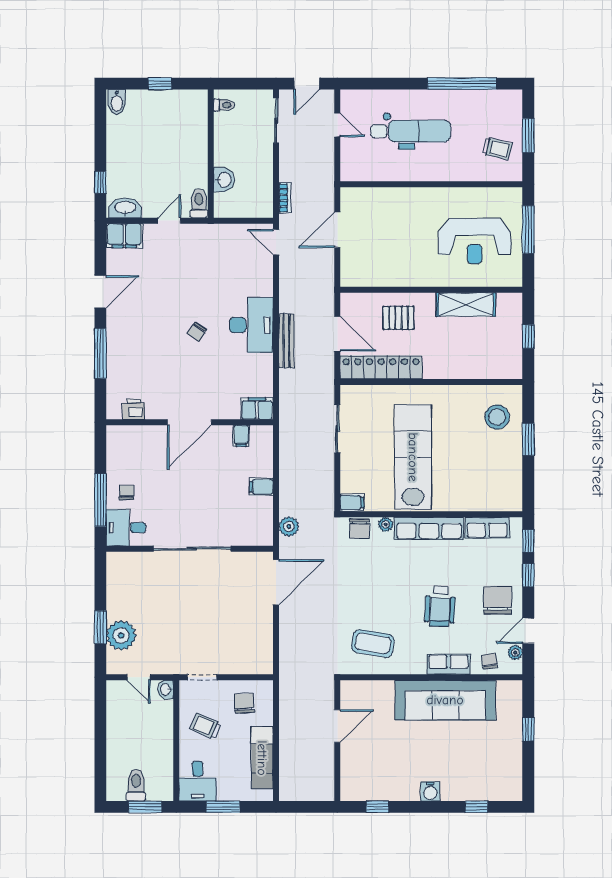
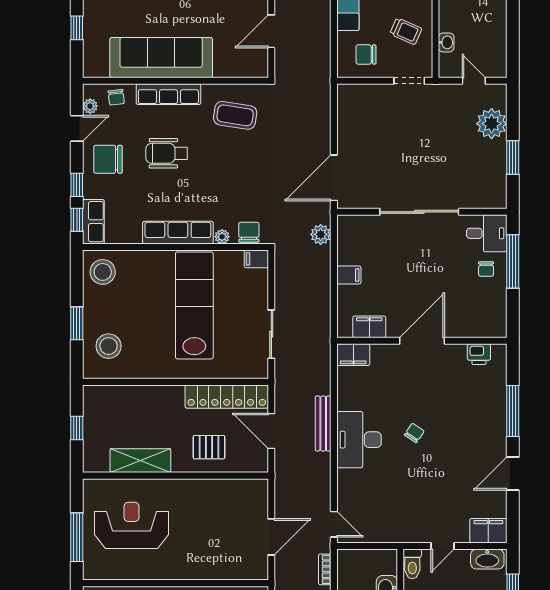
filing cabinet: (241, 436) -> (369, 327), width x2.00
lab bench: (413, 457) -> (194, 305), turned 180
stool: (503, 490) -> (103, 272), added
row of seats: (487, 528) -> (93, 222), moved, turned 90
chair: (498, 600) -> (108, 159), turned 90
wheelchair: (440, 606) -> (167, 153), turned -93
window: (100, 627) -> (513, 157), moved
row of seats: (448, 664) -> (168, 94), width x1.48
washbasin: (166, 690) -> (446, 42), moved
chair: (244, 703) -> (366, 54), turned 93

